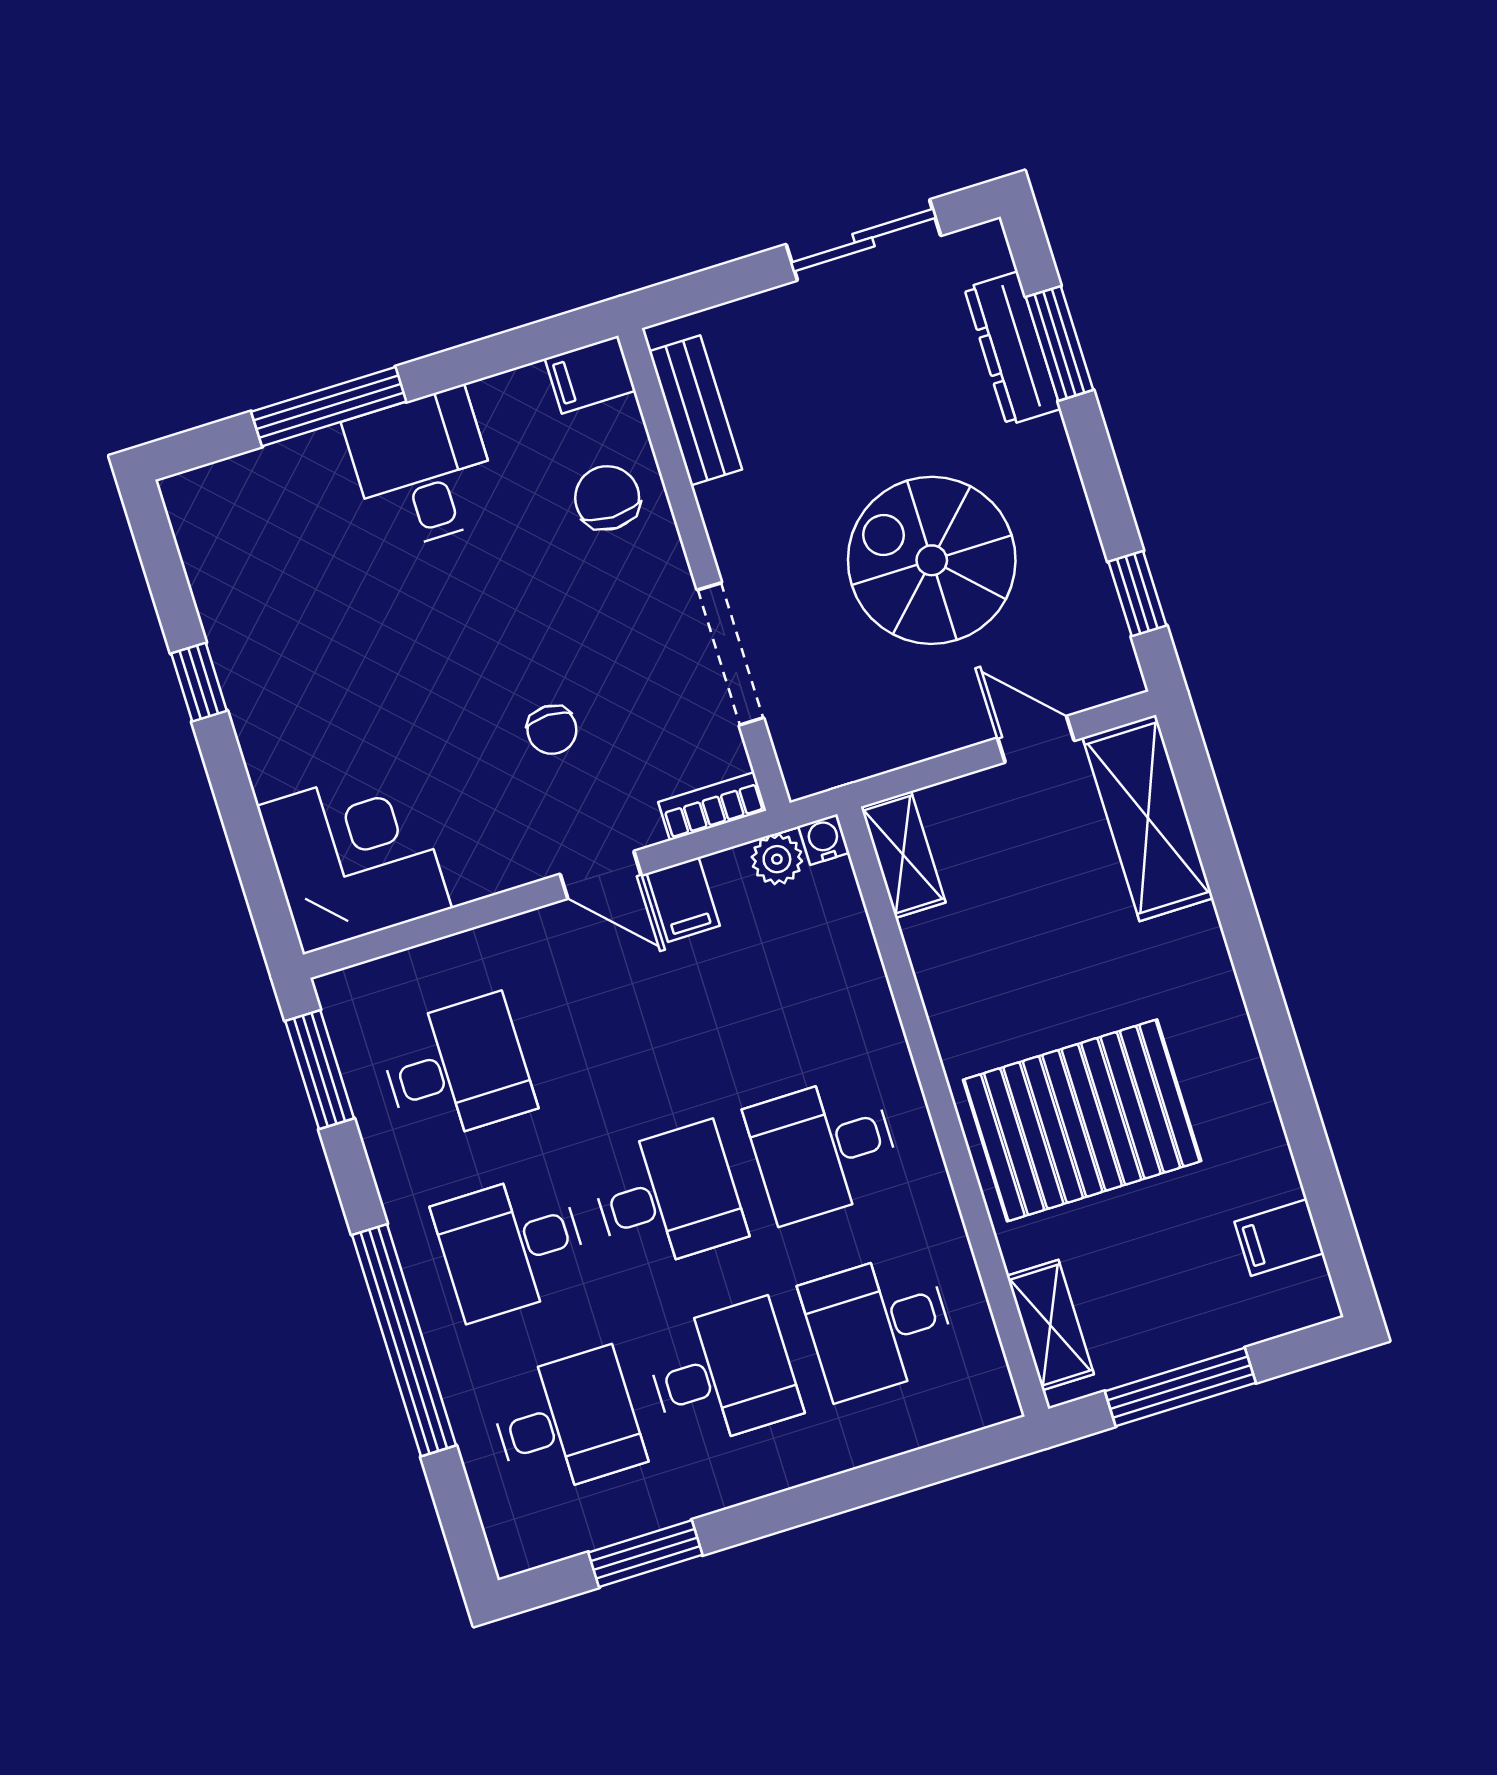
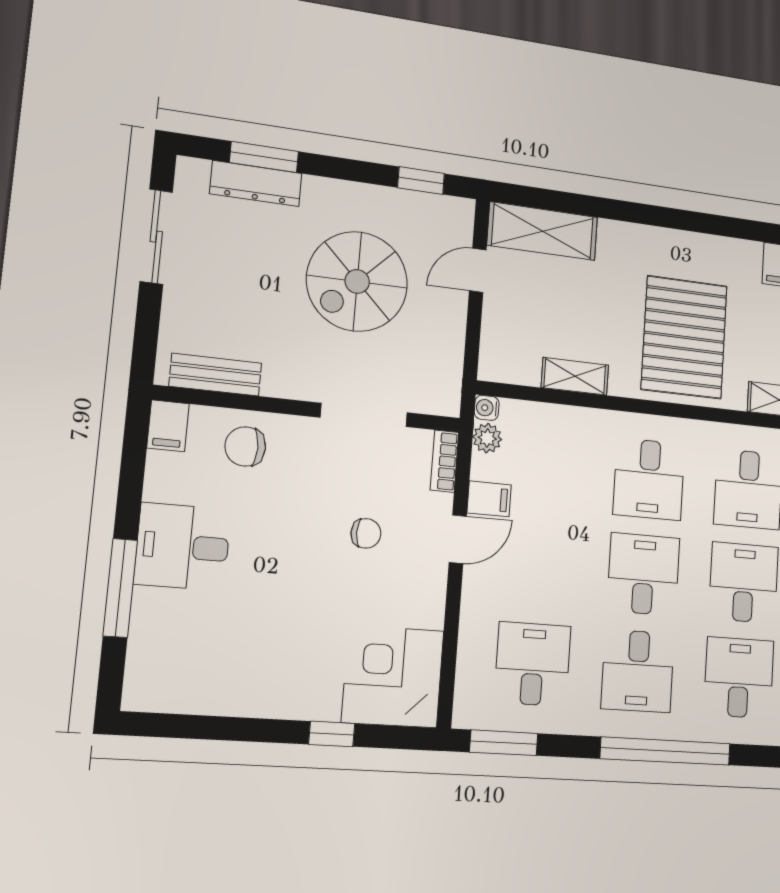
window: (199, 682) -> (332, 734), moved
shelving: (903, 855) -> (575, 376), moved

